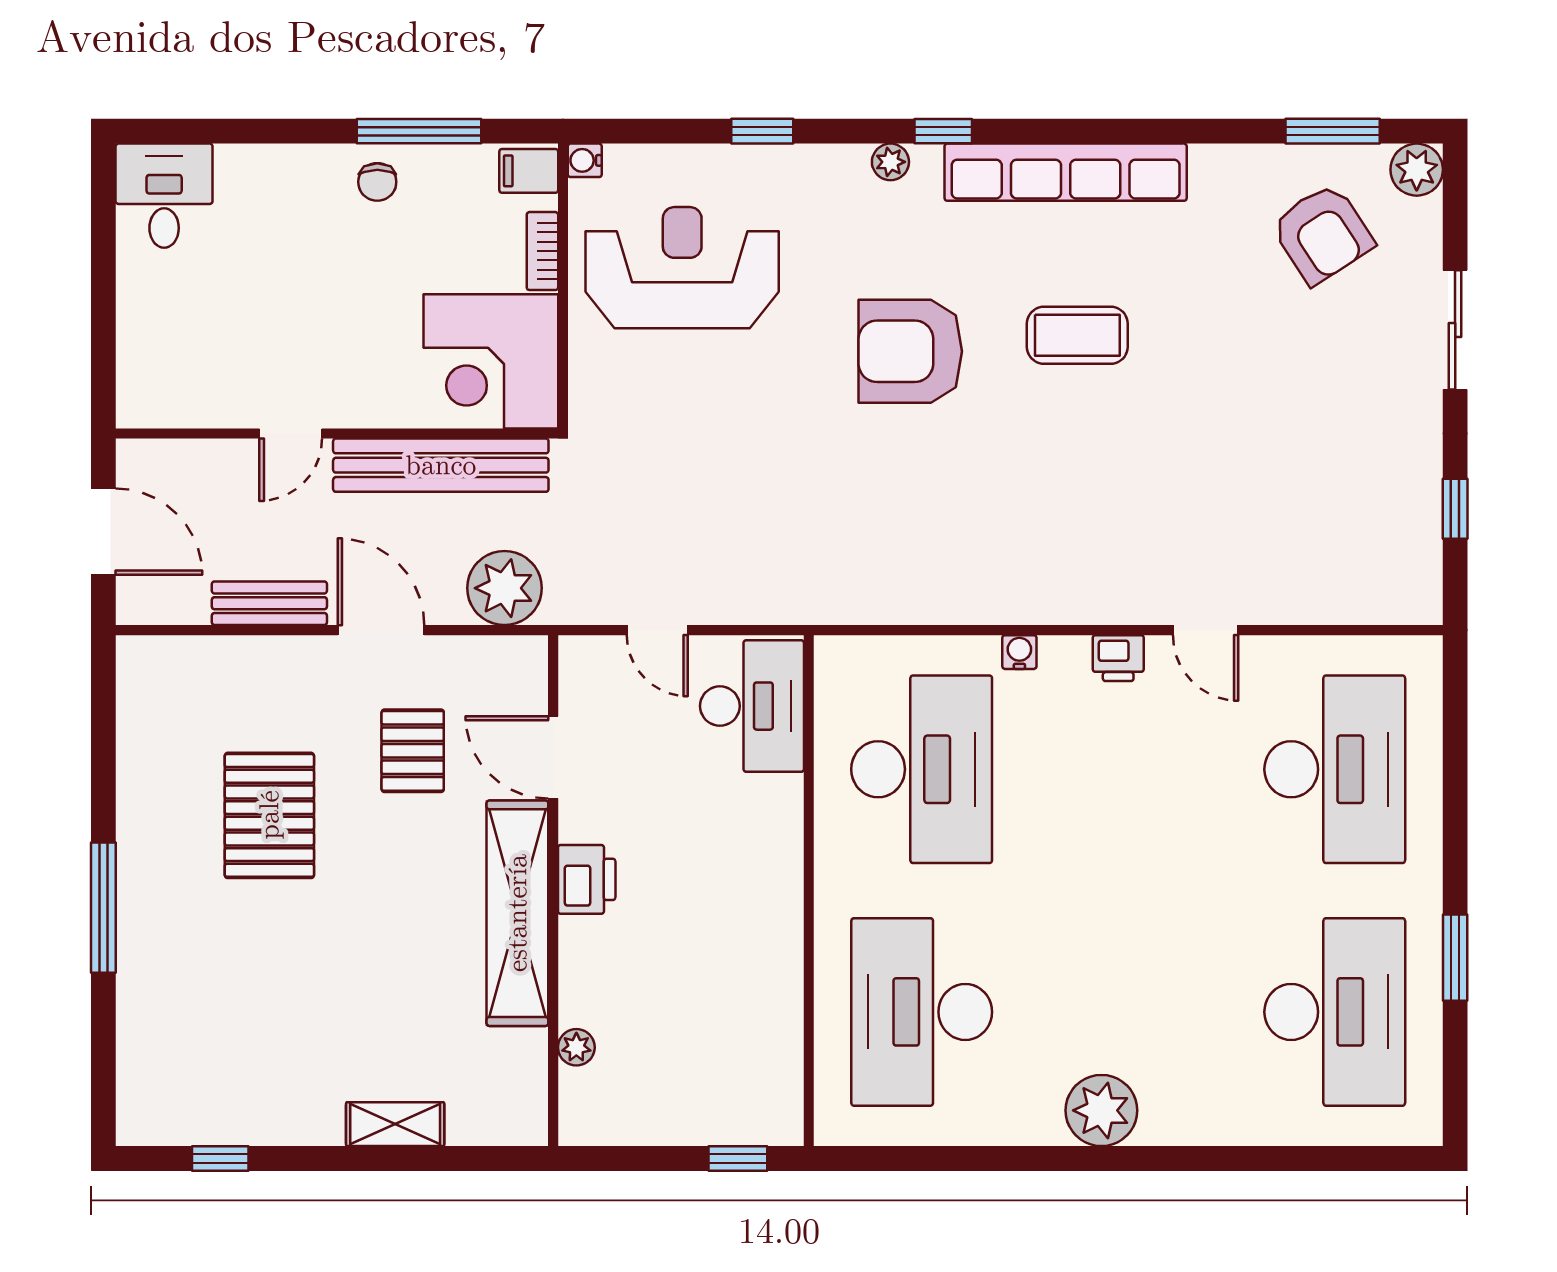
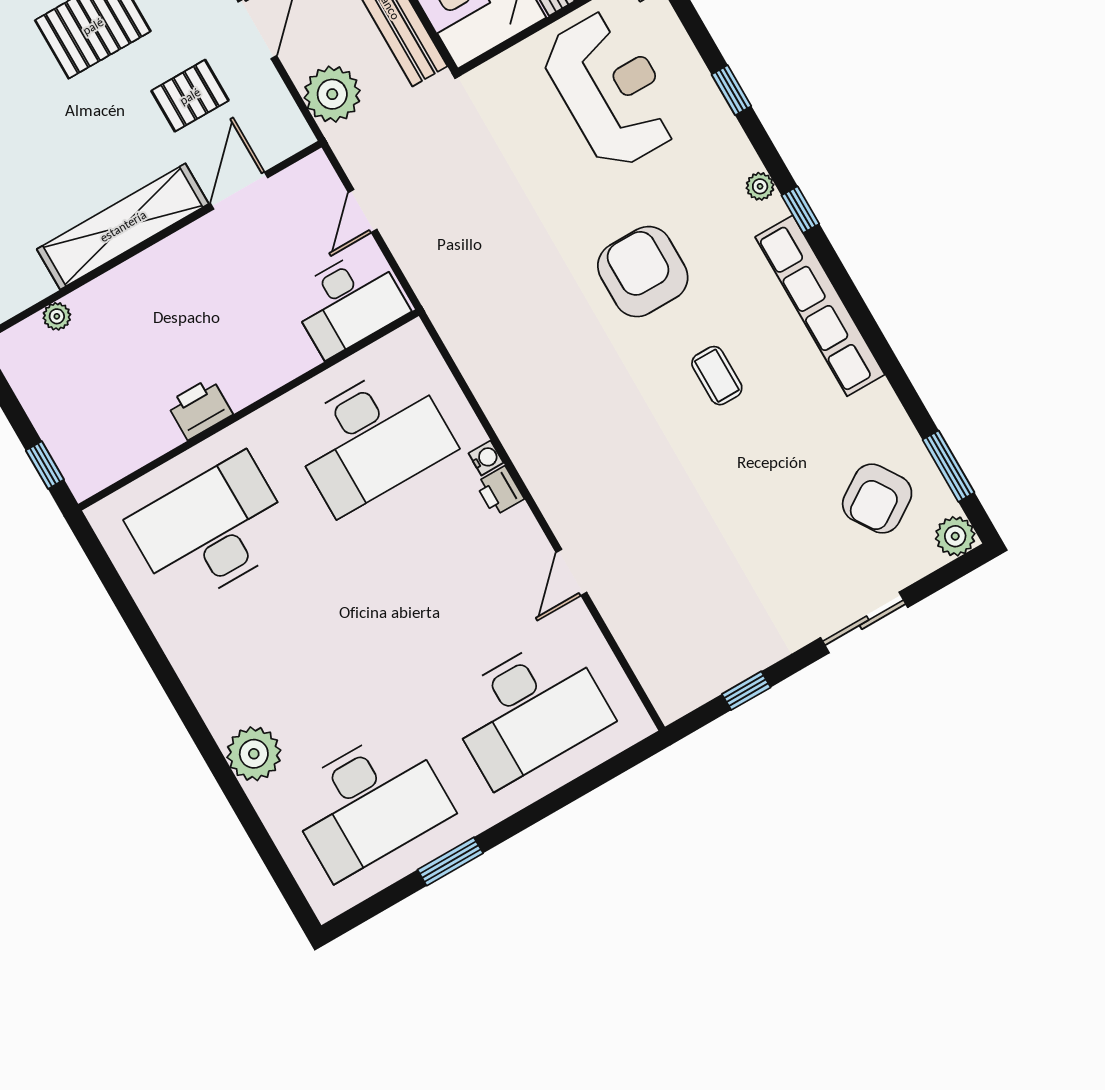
coffee table: (1077, 335) -> (717, 376), width x0.73, depth x0.77
printer: (1118, 658) -> (500, 491), moved
printer: (587, 879) -> (200, 409), moved, turned 180
plant: (1101, 1110) -> (254, 754), moved

